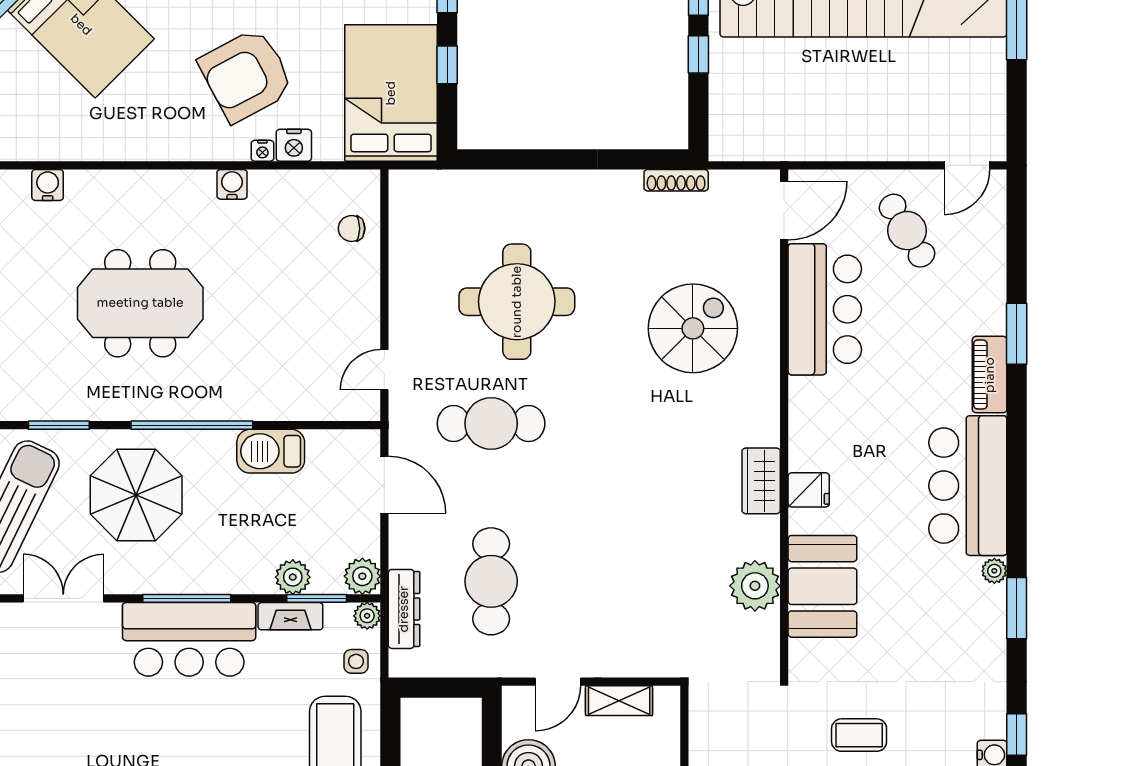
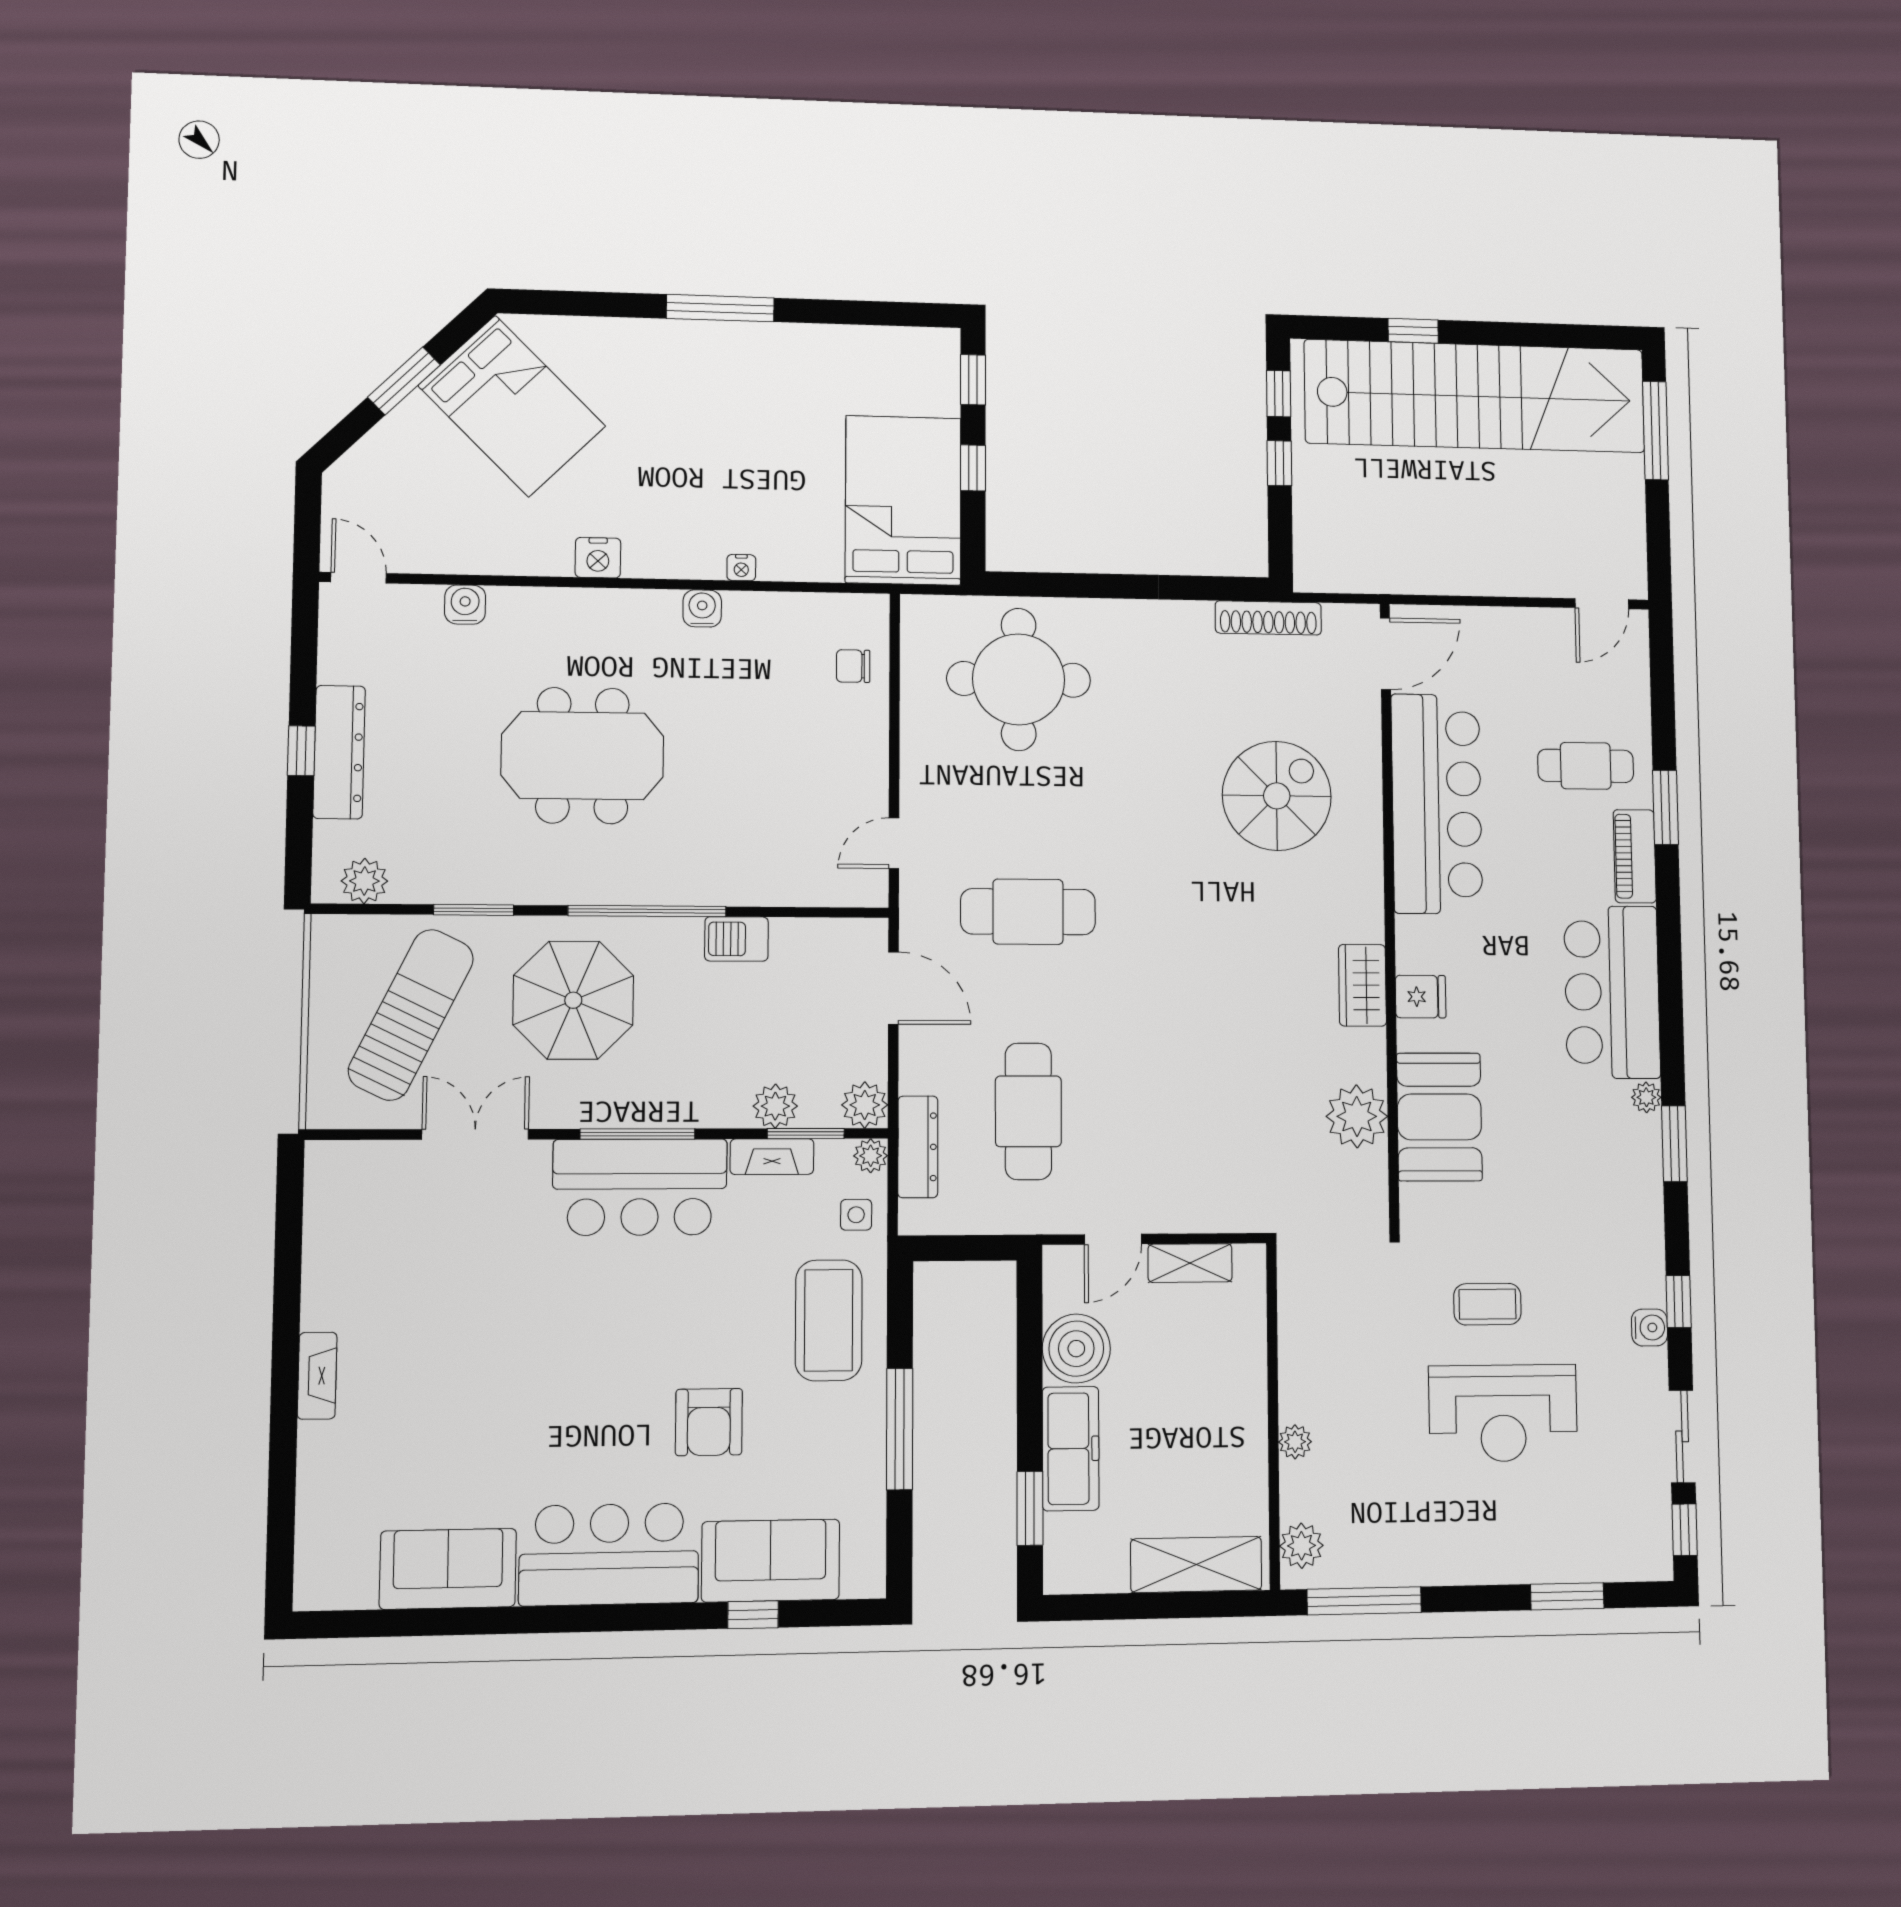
armchair: (246, 75) -> (722, 474), removed
nightstand: (294, 145) -> (598, 558), moved
shoe rack: (676, 180) -> (1268, 618), width x1.36, depth x1.24
cafe table: (907, 231) -> (1586, 766), moved, turned -59
round table: (517, 302) -> (1019, 679), moved
bar counter: (825, 309) -> (1437, 804), width x1.36
barbecue: (271, 451) -> (736, 939), width x0.73, depth x0.79

